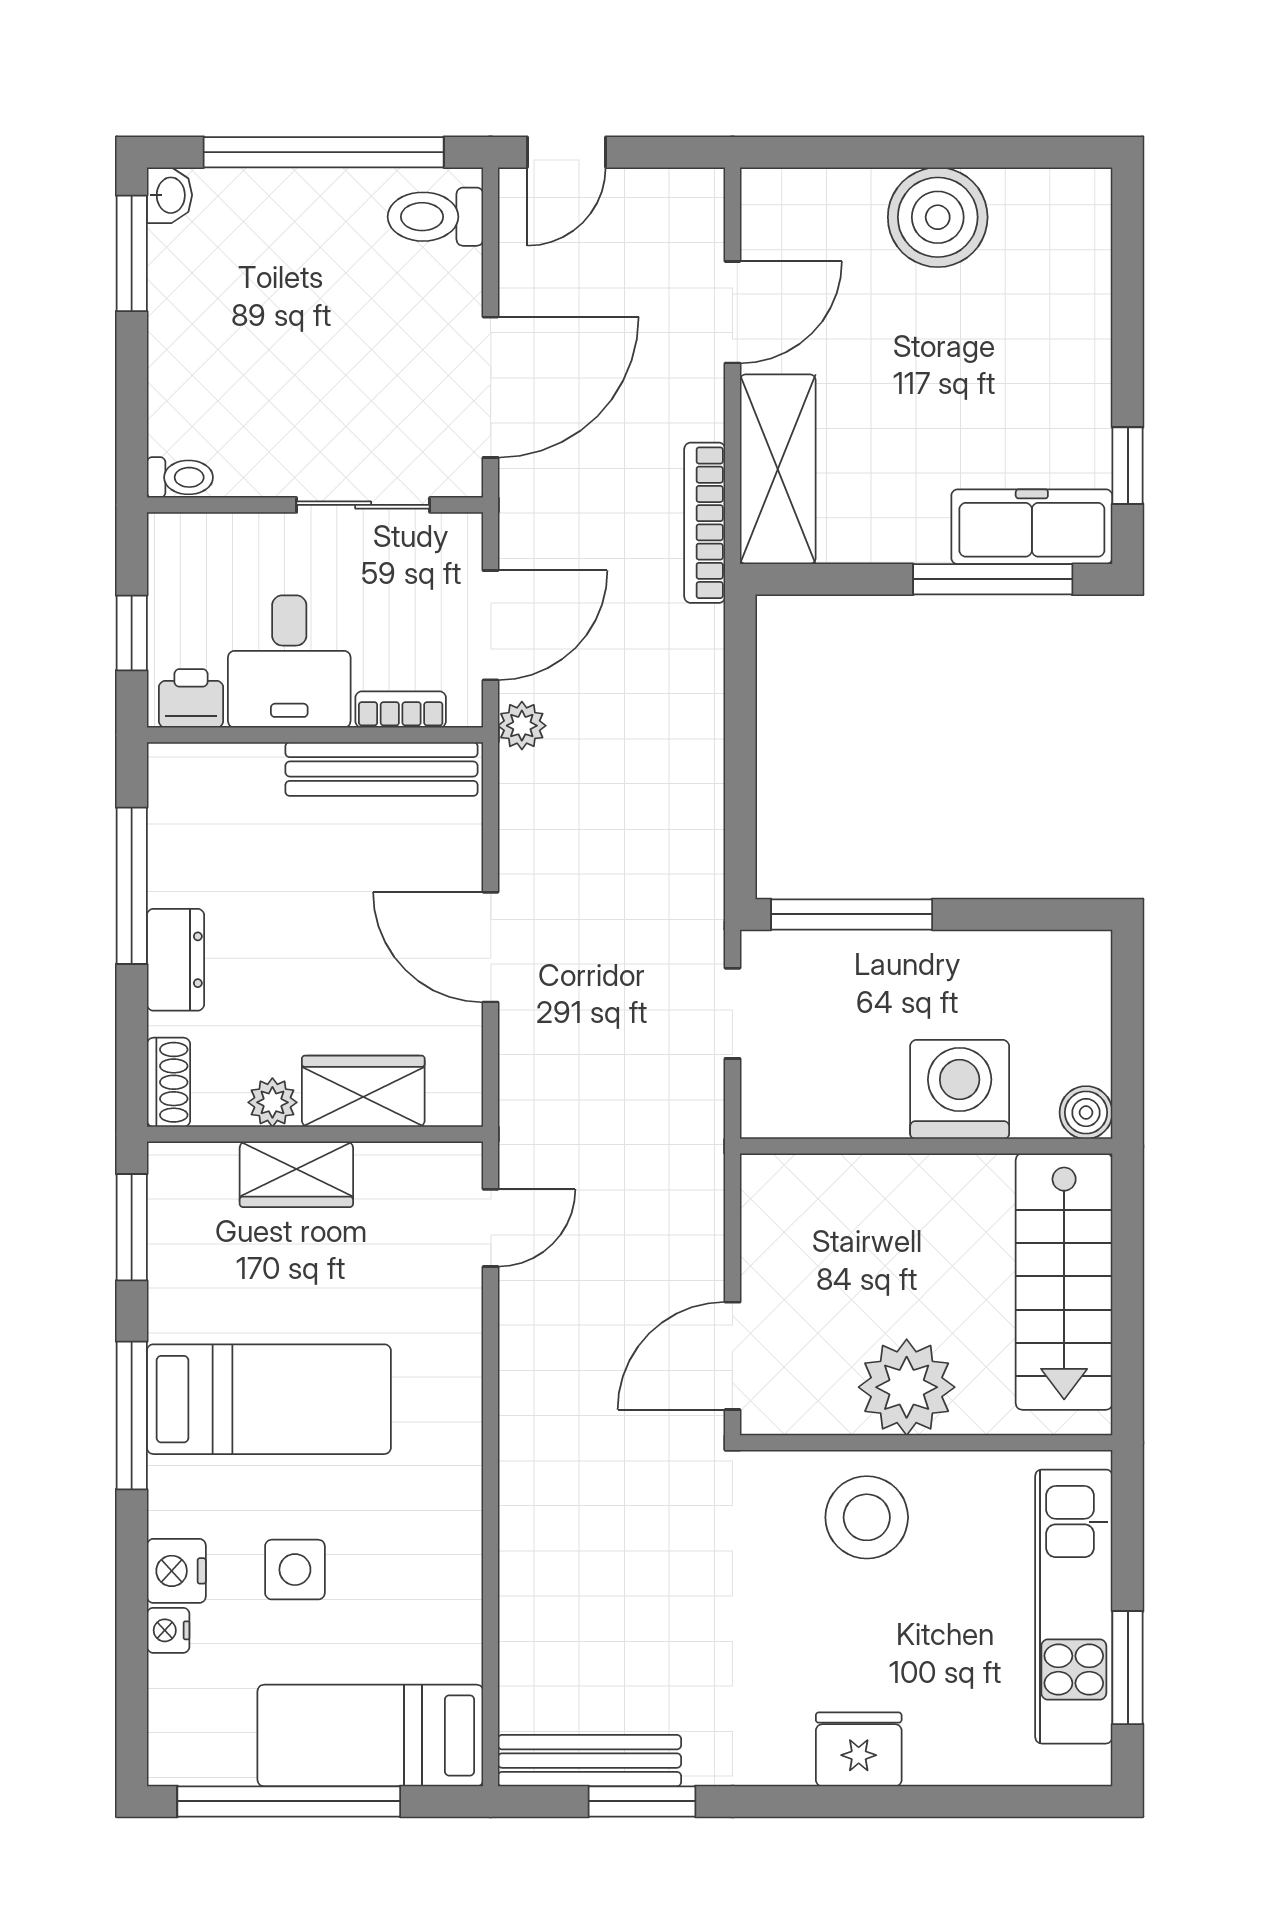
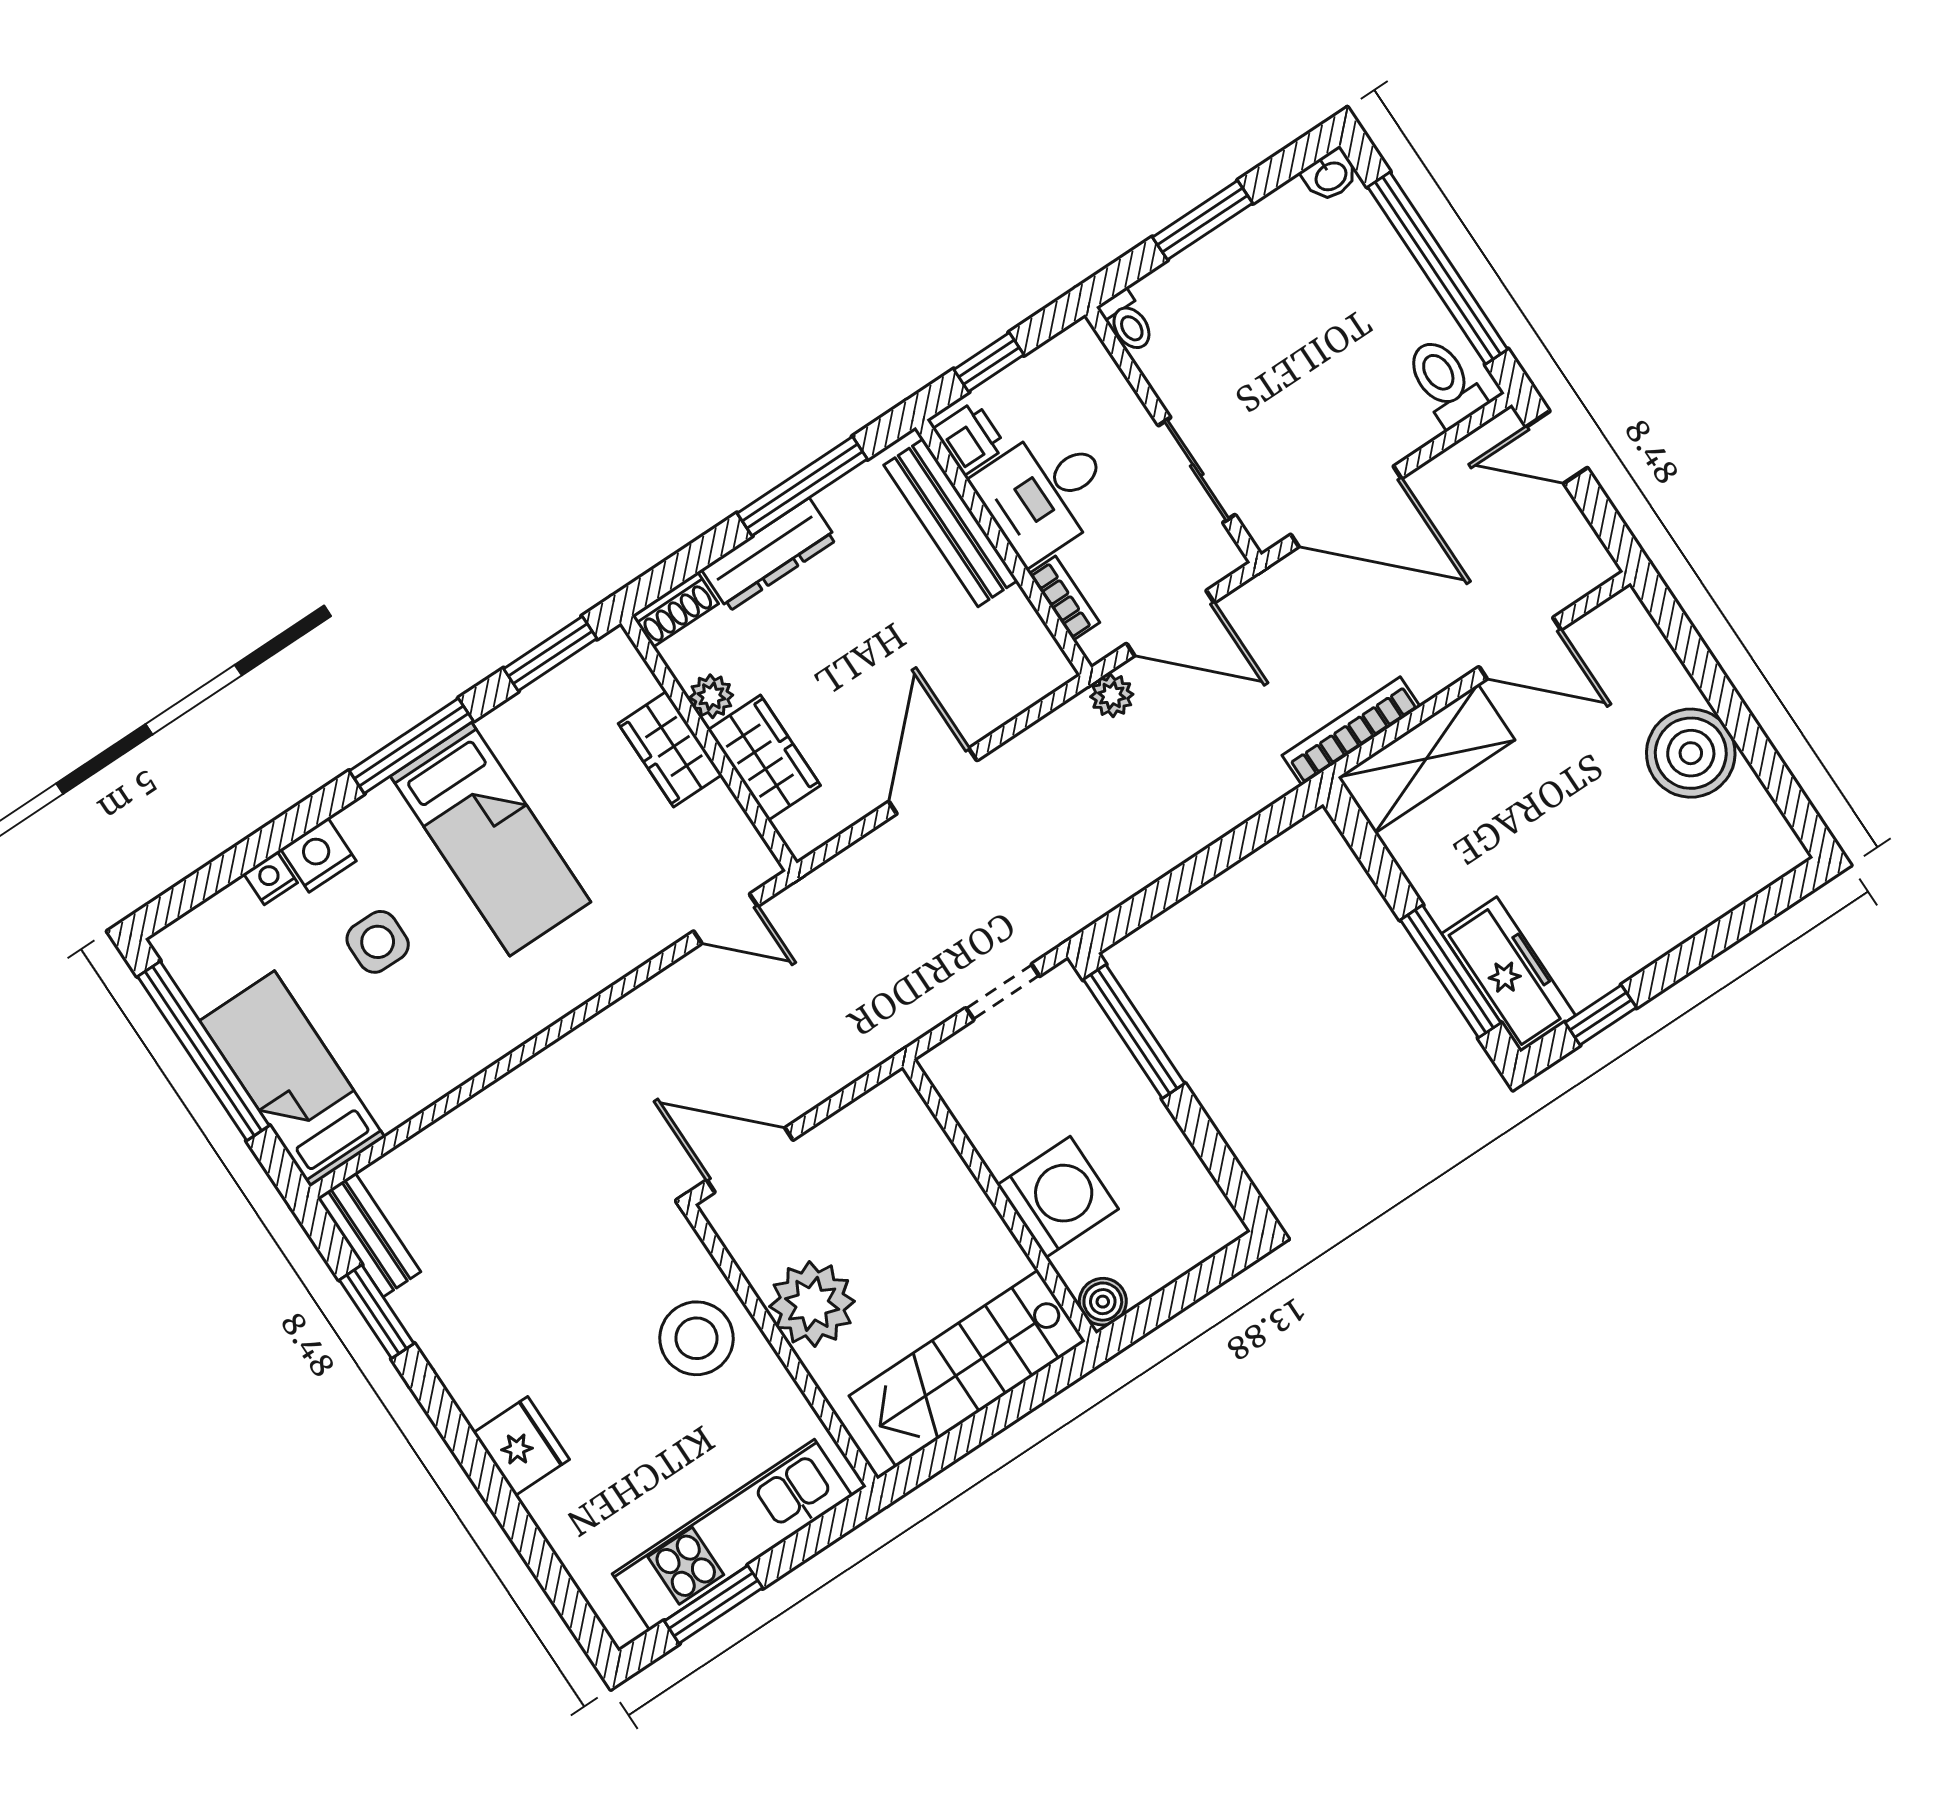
window: (132, 253) -> (1203, 220), moved
bench: (382, 769) -> (951, 523), moved
dresser: (175, 960) -> (769, 555), width x1.44
bench: (589, 1761) -> (369, 1235), width x0.73

